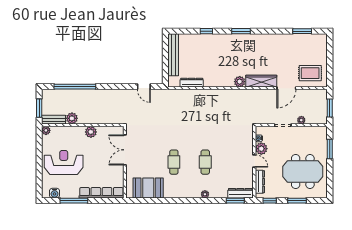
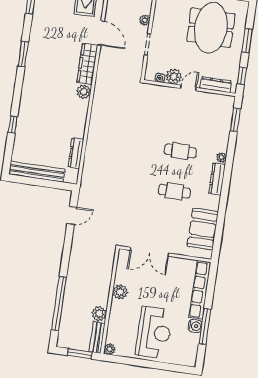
window: (241, 31) -> (23, 54), moved
reception desk: (64, 162) -> (154, 332), turned 180
water cooler: (55, 193) -> (195, 326), moved
dresser: (240, 193) -> (217, 179), moved

